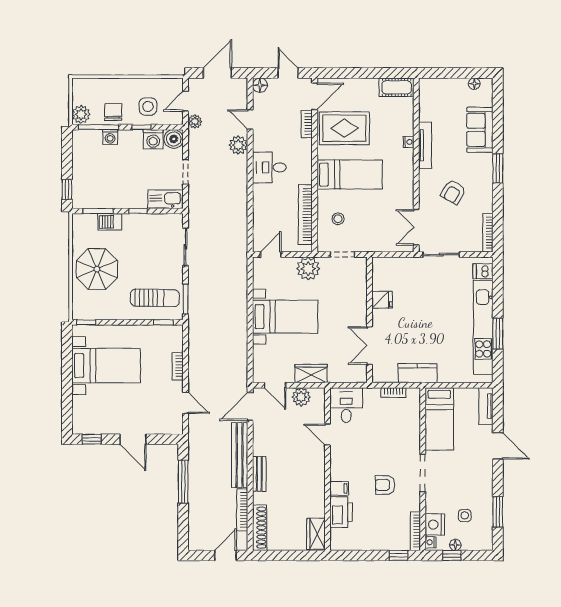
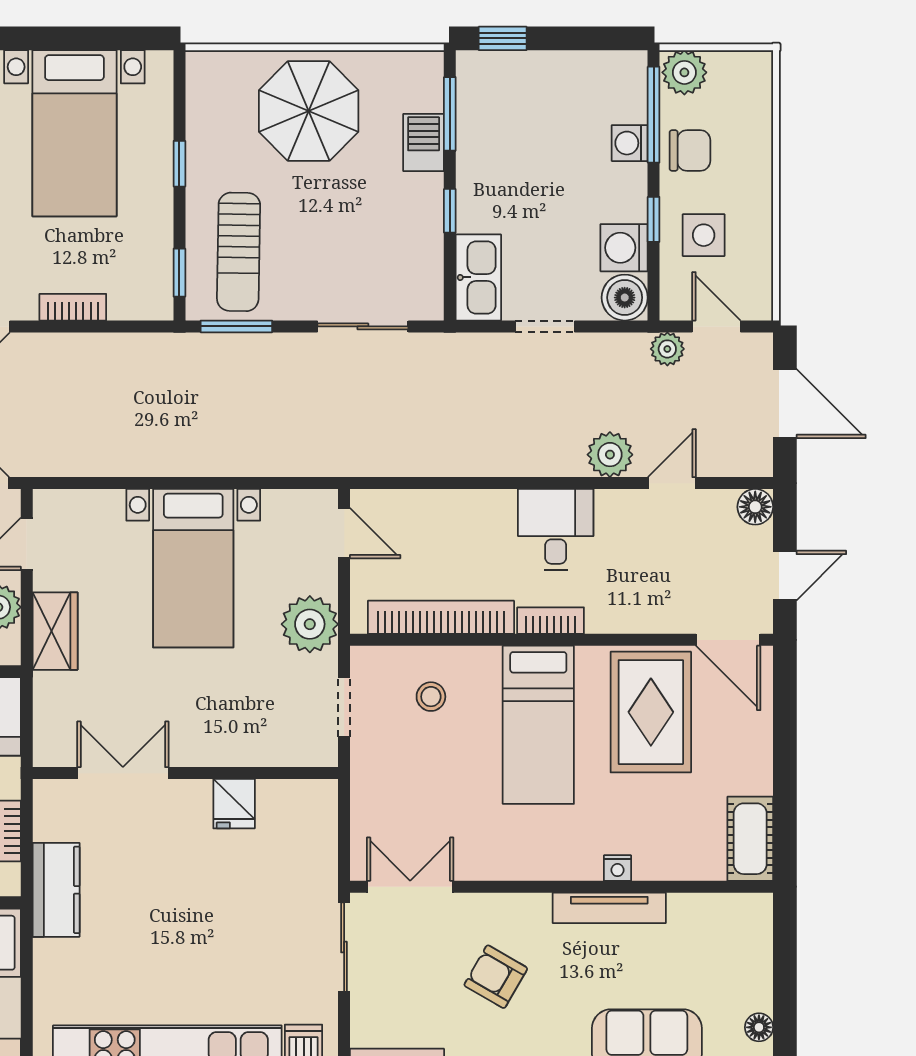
bookcase: (307, 124) -> (551, 621), moved
window: (86, 322) -> (179, 164), moved

